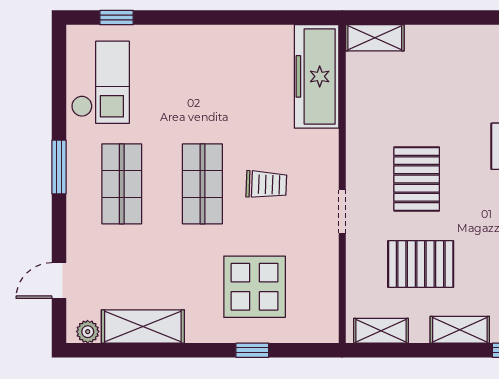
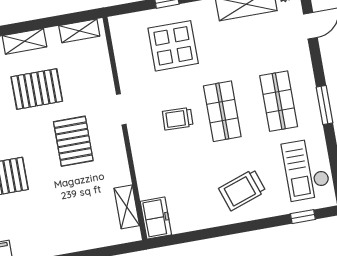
shelving: (375, 38) -> (127, 207), moved, turned 90
trolley: (194, 70) -> (242, 190), added
freezer: (317, 76) -> (156, 218), width x0.52, depth x0.79
pallet: (421, 264) -> (37, 89), moved

